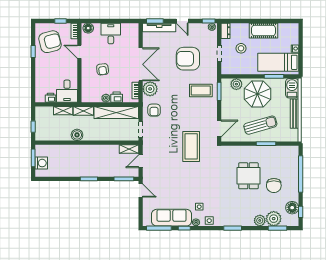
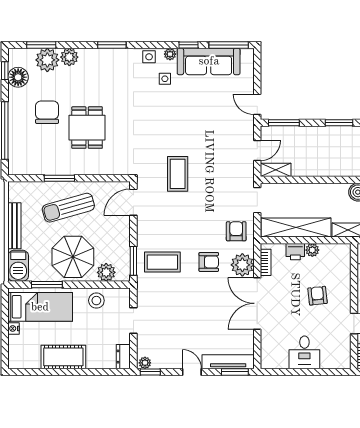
floor lamp: (88, 28) -> (340, 361), removed
stool: (241, 48) -> (96, 301), moved
armchair: (188, 59) -> (209, 262), moved, width x0.53, depth x0.53
coffee table: (191, 146) -> (178, 174), width x0.73, depth x0.76

